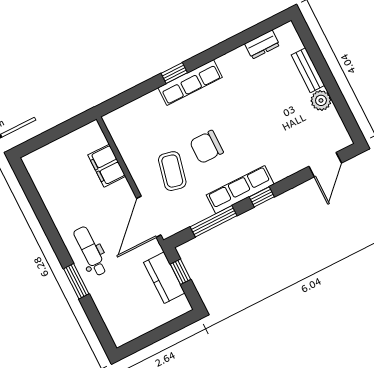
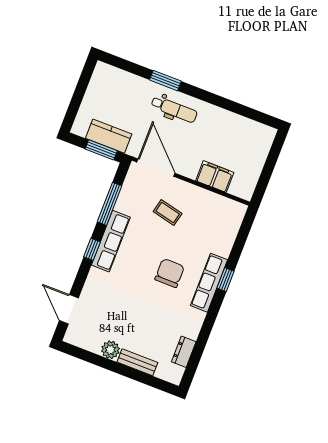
chair: (207, 147) -> (170, 273), moved
coffee table: (172, 171) -> (168, 213), width x0.73, depth x0.77
window: (180, 272) -> (101, 150), width x1.50

